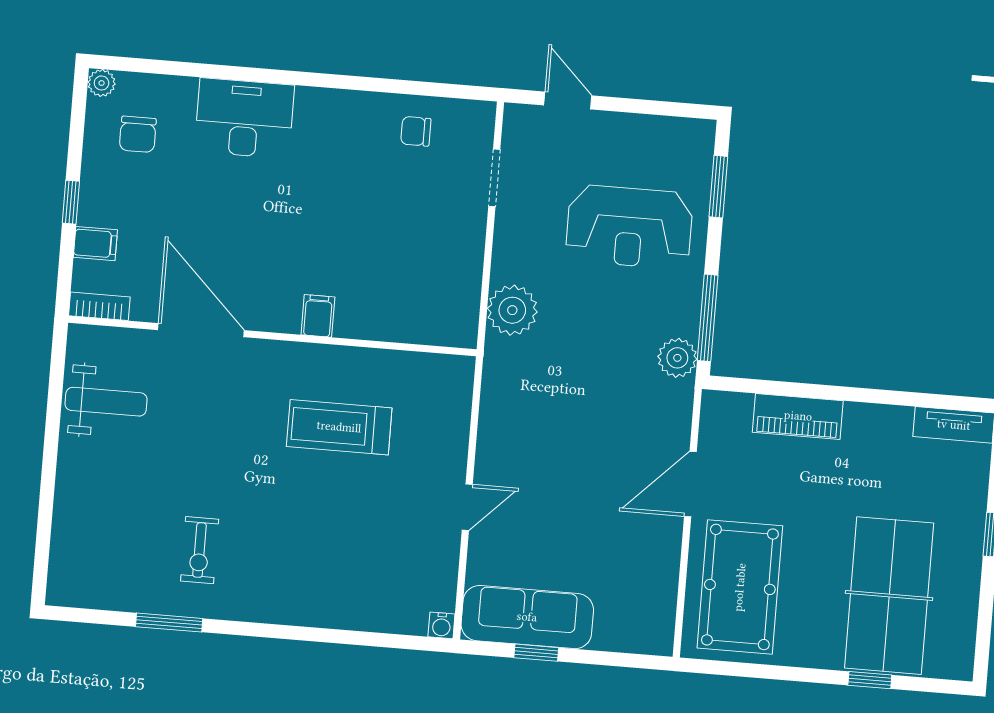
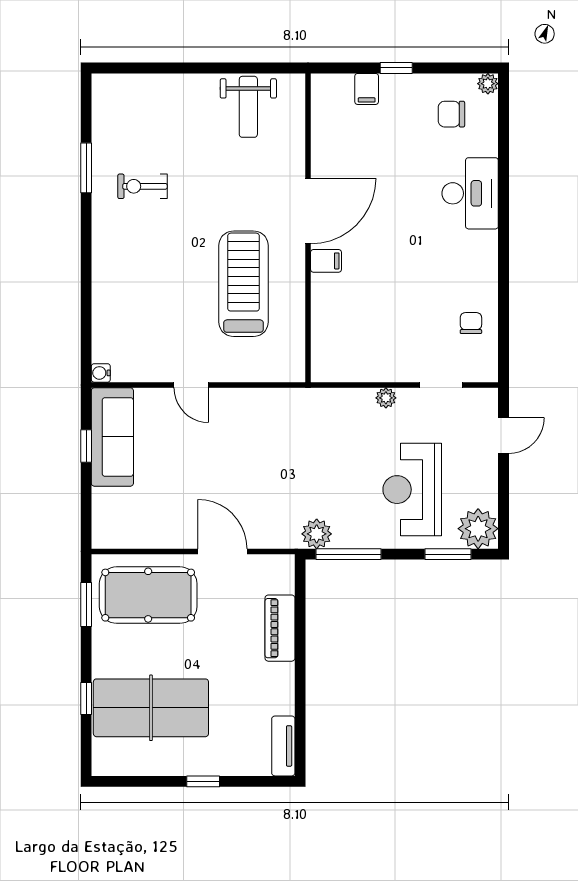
plant: (688, 144) -> (478, 529), added
bookcase: (99, 306) -> (320, 96), removed
plant: (512, 310) -> (386, 398), moved, width x0.53, depth x0.53
door: (201, 330) -> (308, 211), moved
treadmill: (339, 427) -> (244, 284), width x1.37, depth x1.38
window: (746, 670) -> (86, 605), added

